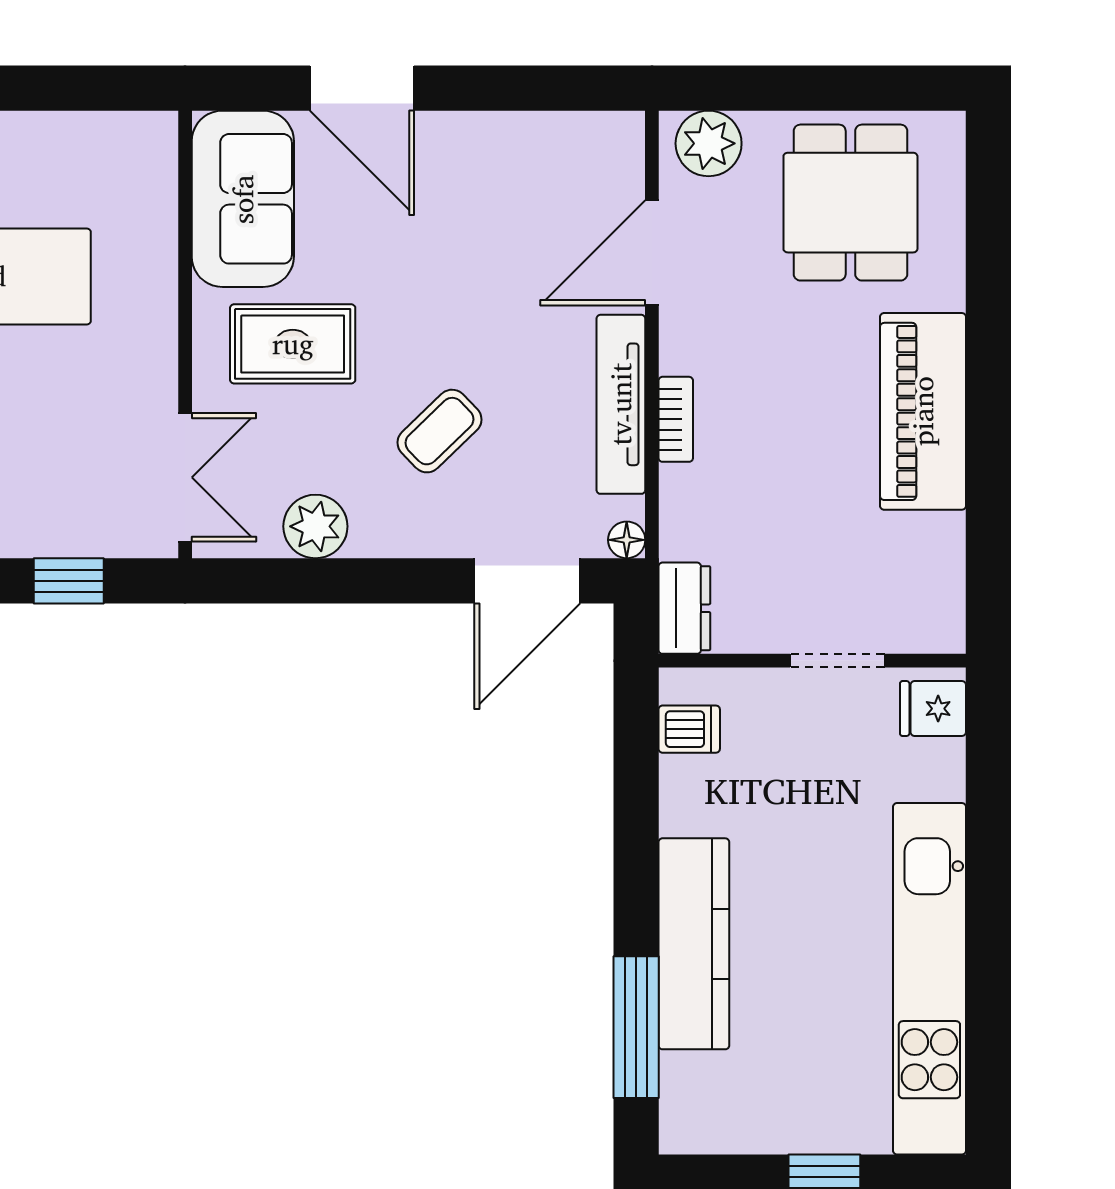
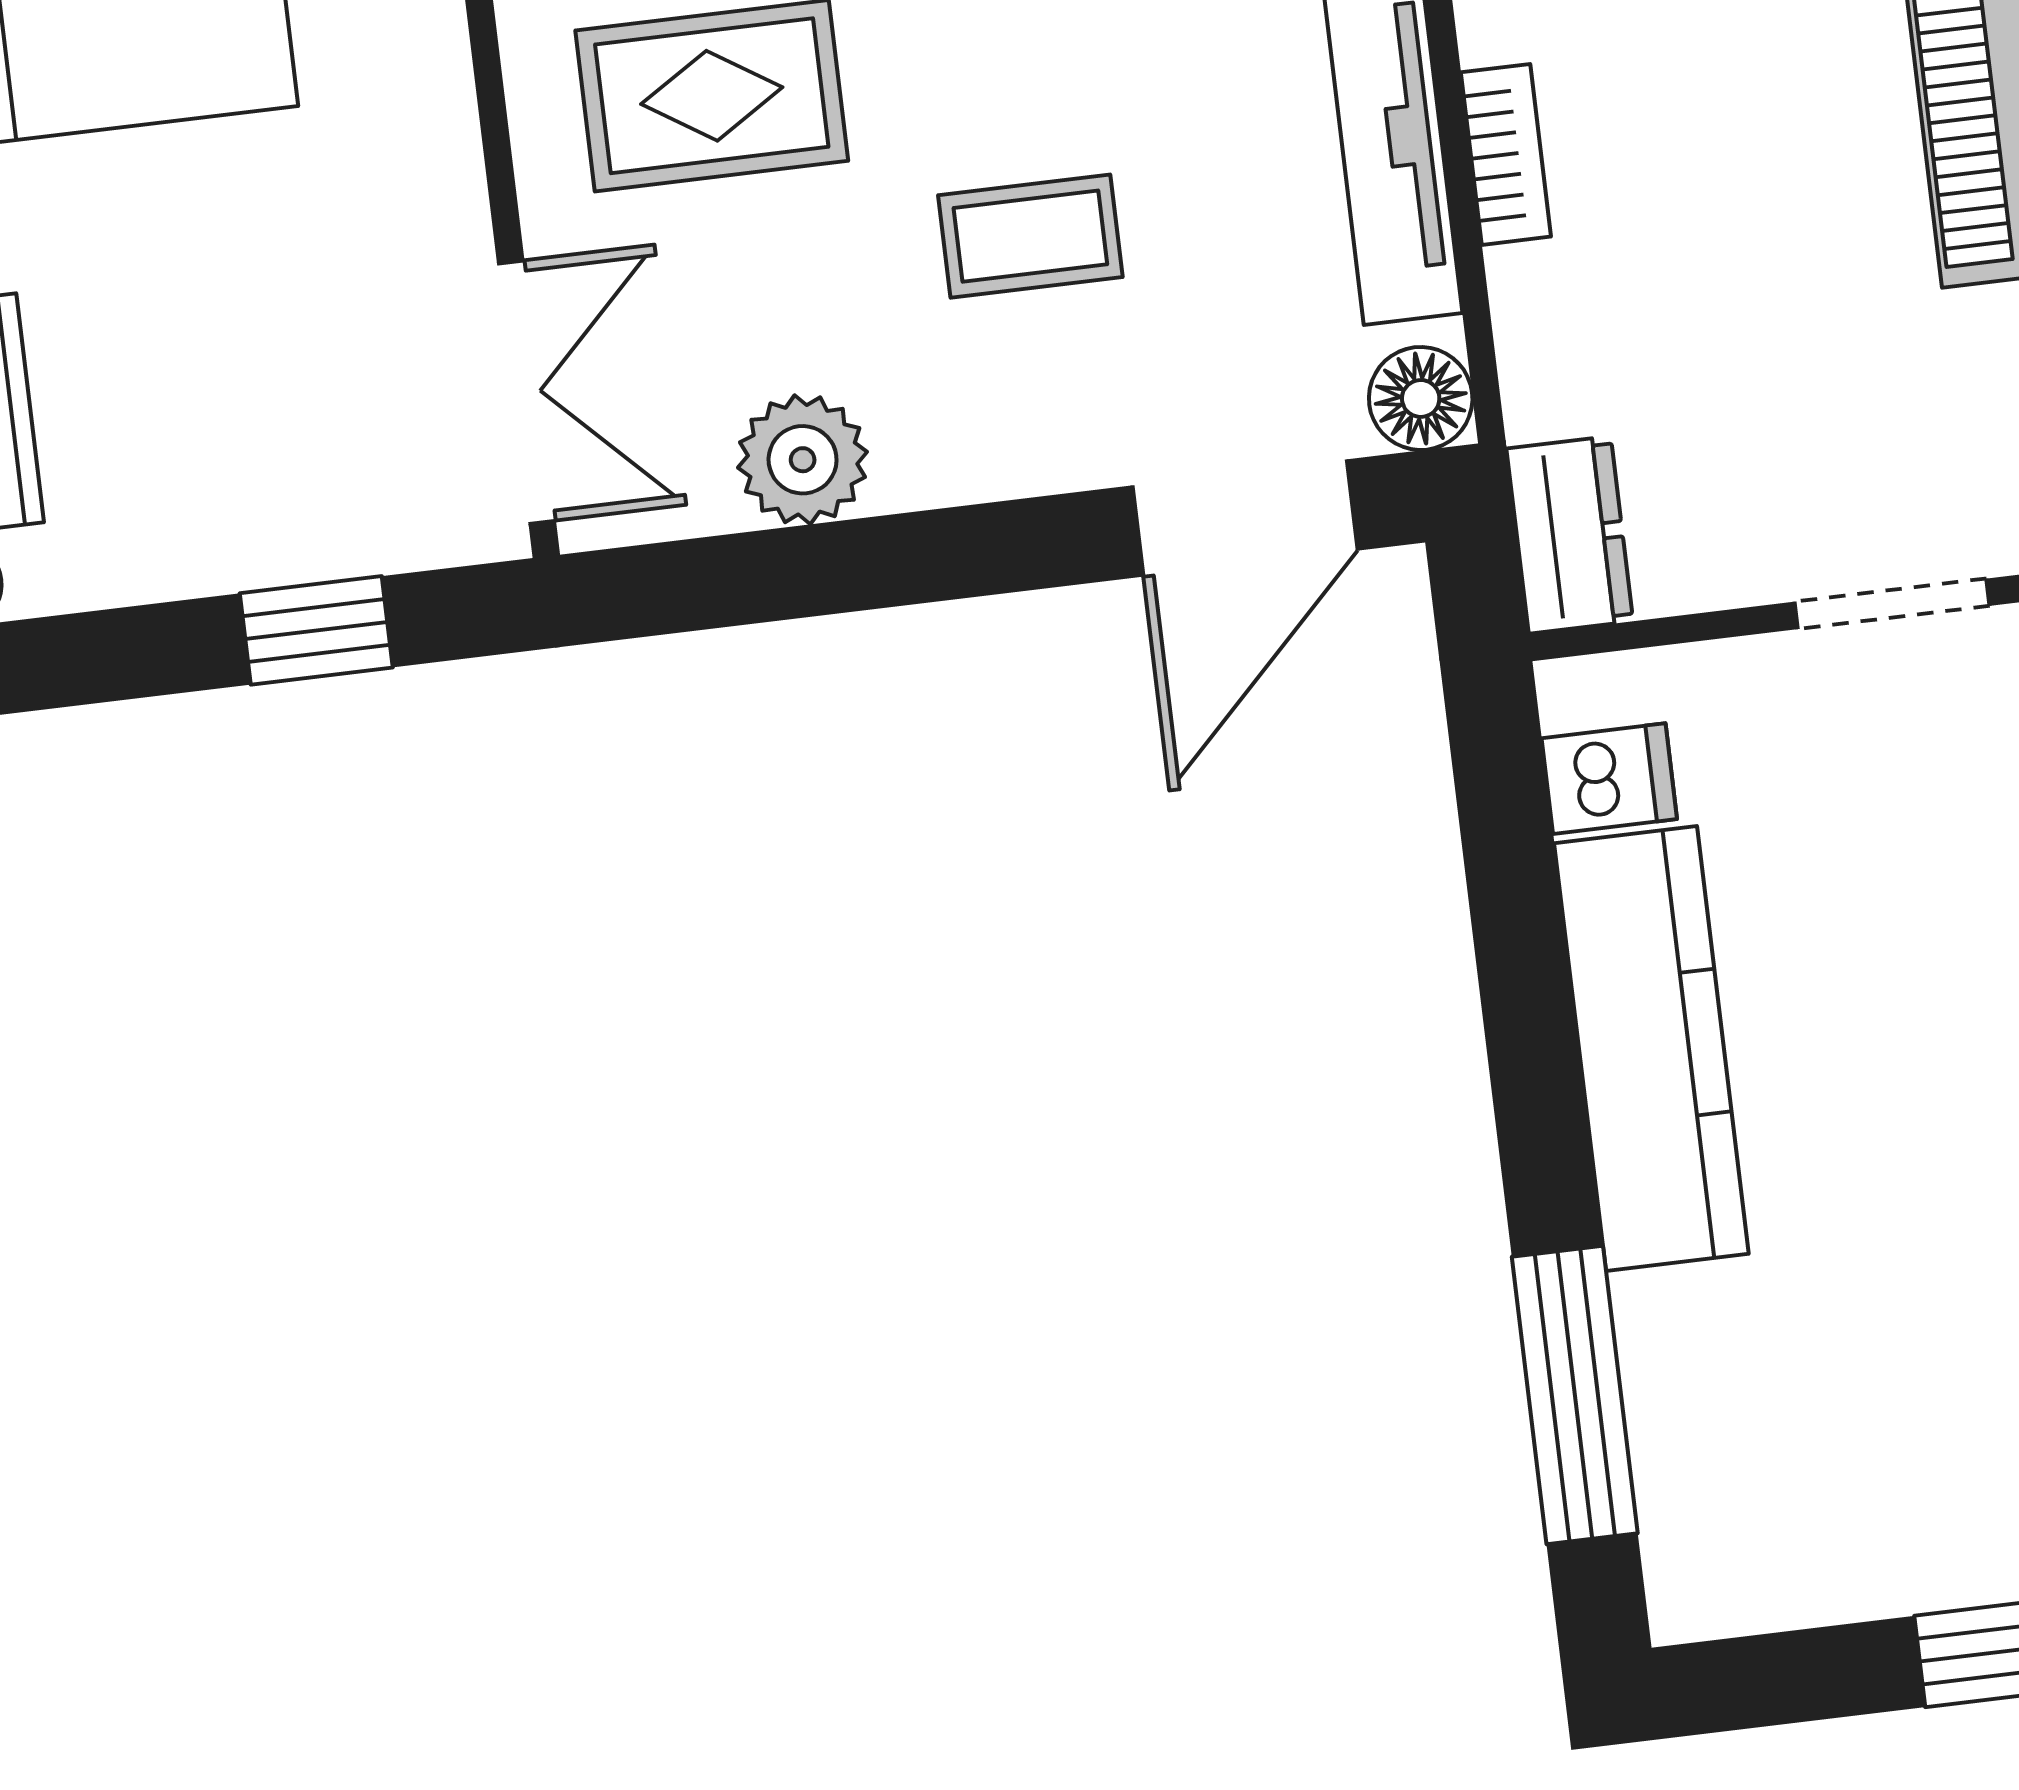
coffee table: (439, 431) -> (1030, 236), turned 44
floor lamp: (627, 540) -> (1421, 398), width x1.37, depth x1.37
kitchen counter: (694, 944) -> (1651, 1049), moved

